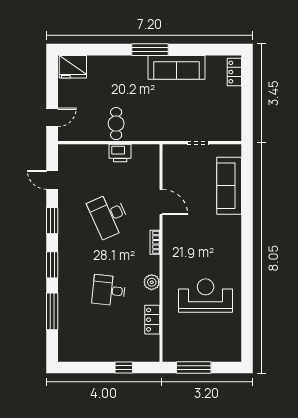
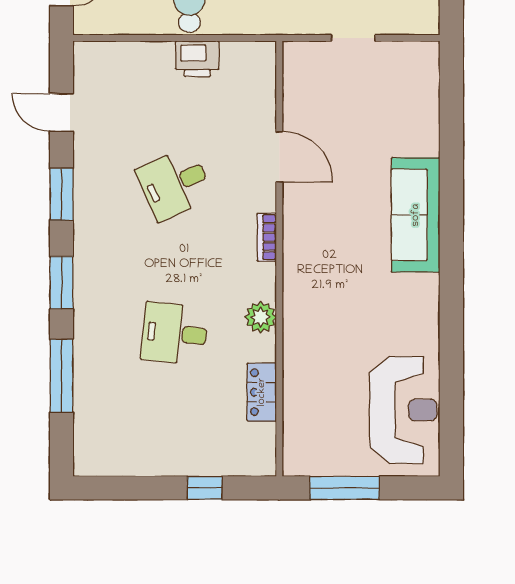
sofa: (229, 186) -> (416, 215), moved
desk: (109, 216) -> (175, 184), width x0.73
reception desk: (206, 296) -> (403, 410), moved, turned 90

